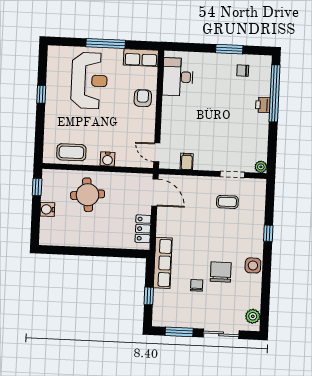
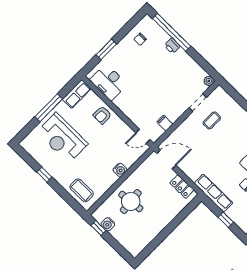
window: (229, 49) -> (106, 49), moved
reception desk: (89, 81) -> (62, 138), turned 180
armchair: (143, 98) -> (102, 115), turned -90
coffee table: (71, 152) -> (82, 190), moved, turned 90
water cooler: (47, 209) -> (108, 224), moved

